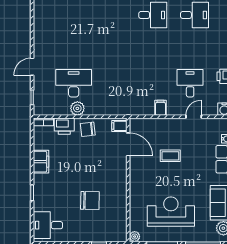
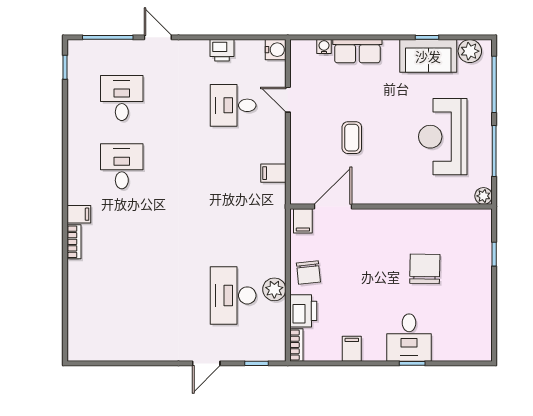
door: (32, 67) -> (206, 363), hinge flipped
filing cabinet: (160, 108) -> (273, 173), moved
filing cabinet: (41, 162) -> (352, 349), width x0.50
desk: (48, 225) -> (409, 338), moved

